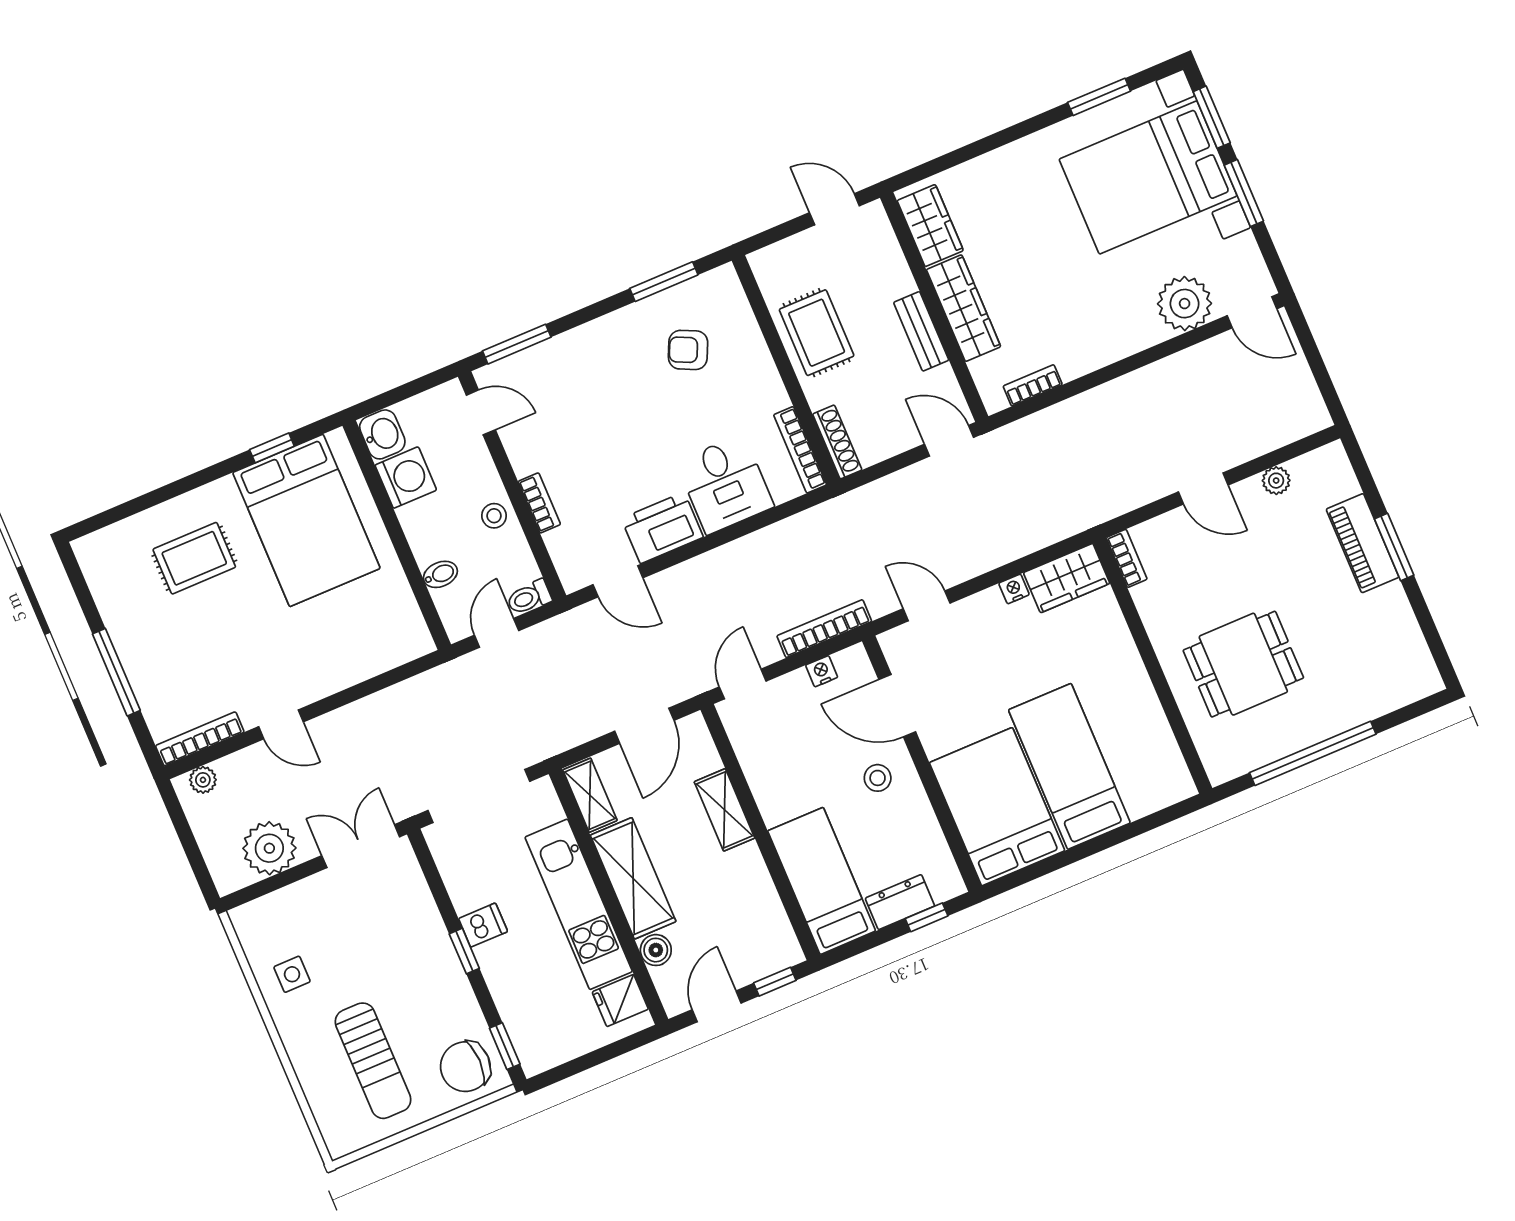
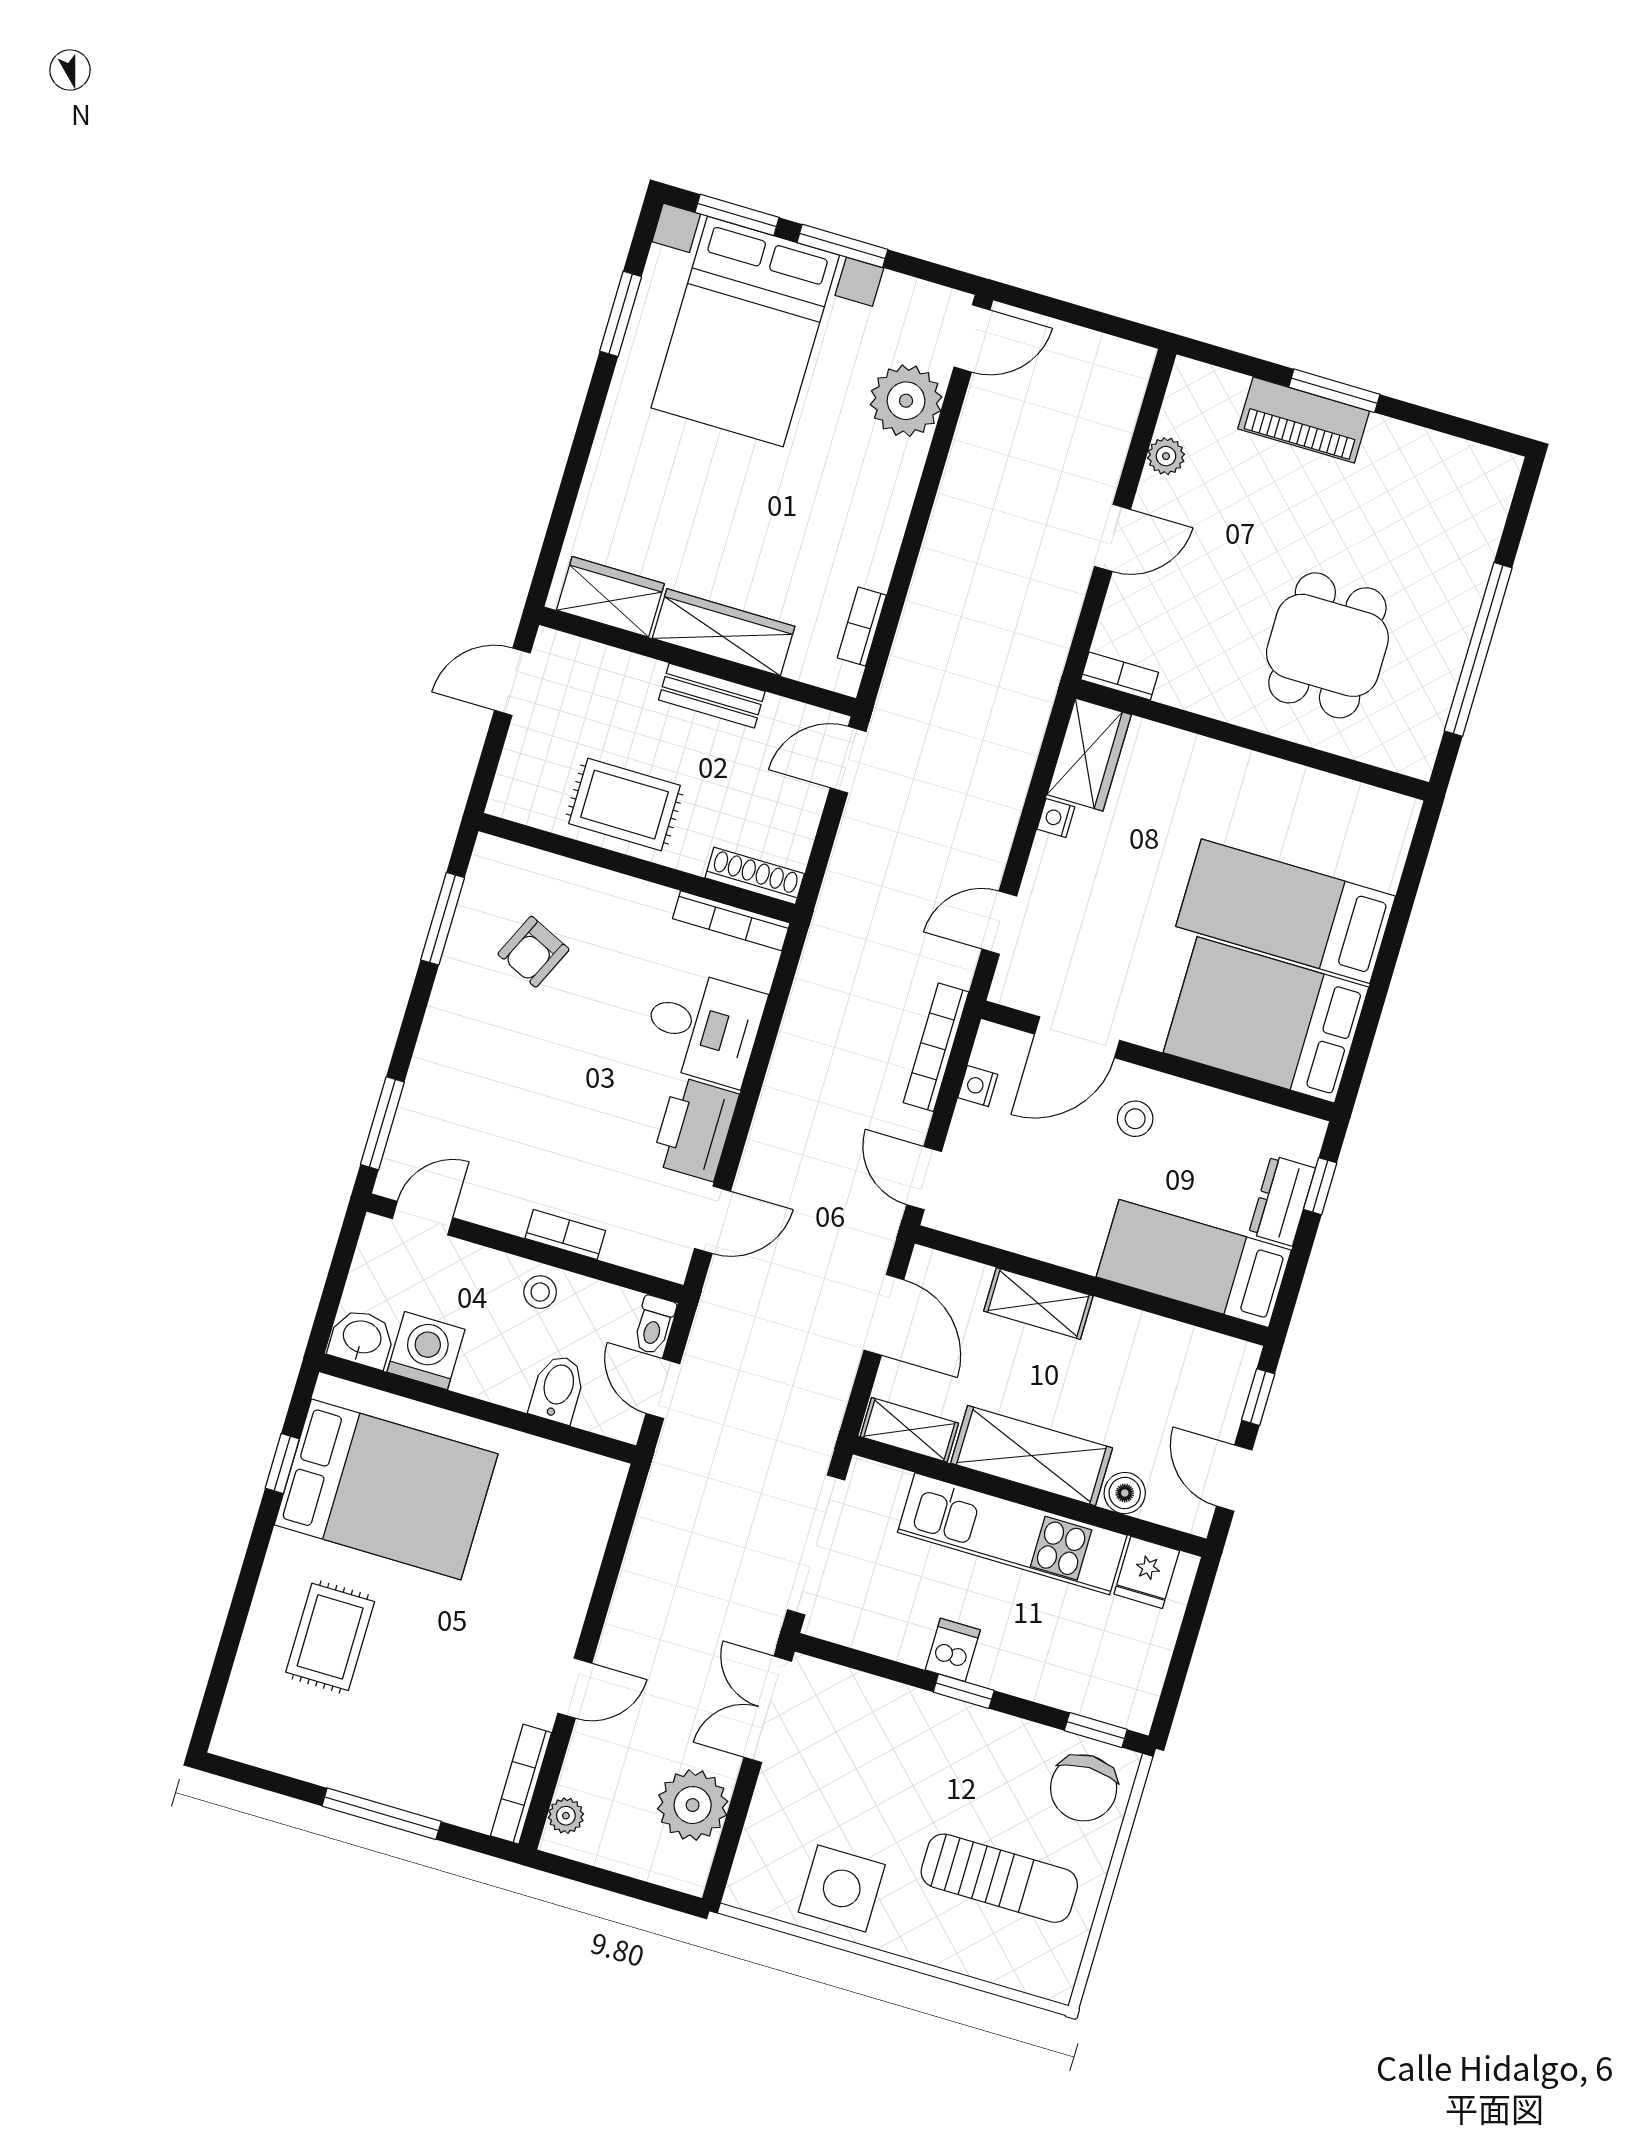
bidet: (440, 574) -> (558, 1389), width x1.38, depth x1.36
side table: (292, 974) -> (842, 1888), width x1.87, depth x1.87

